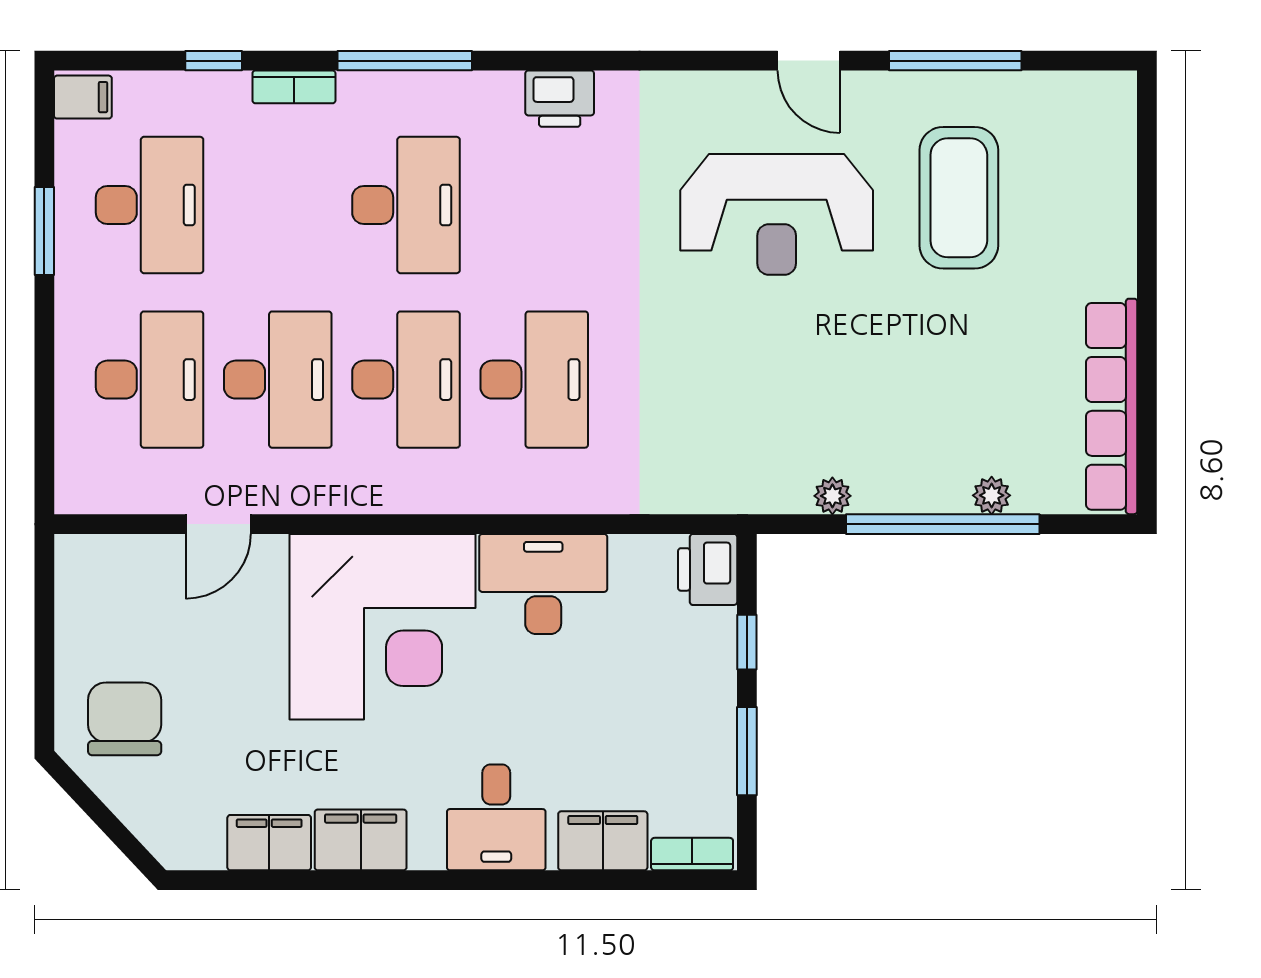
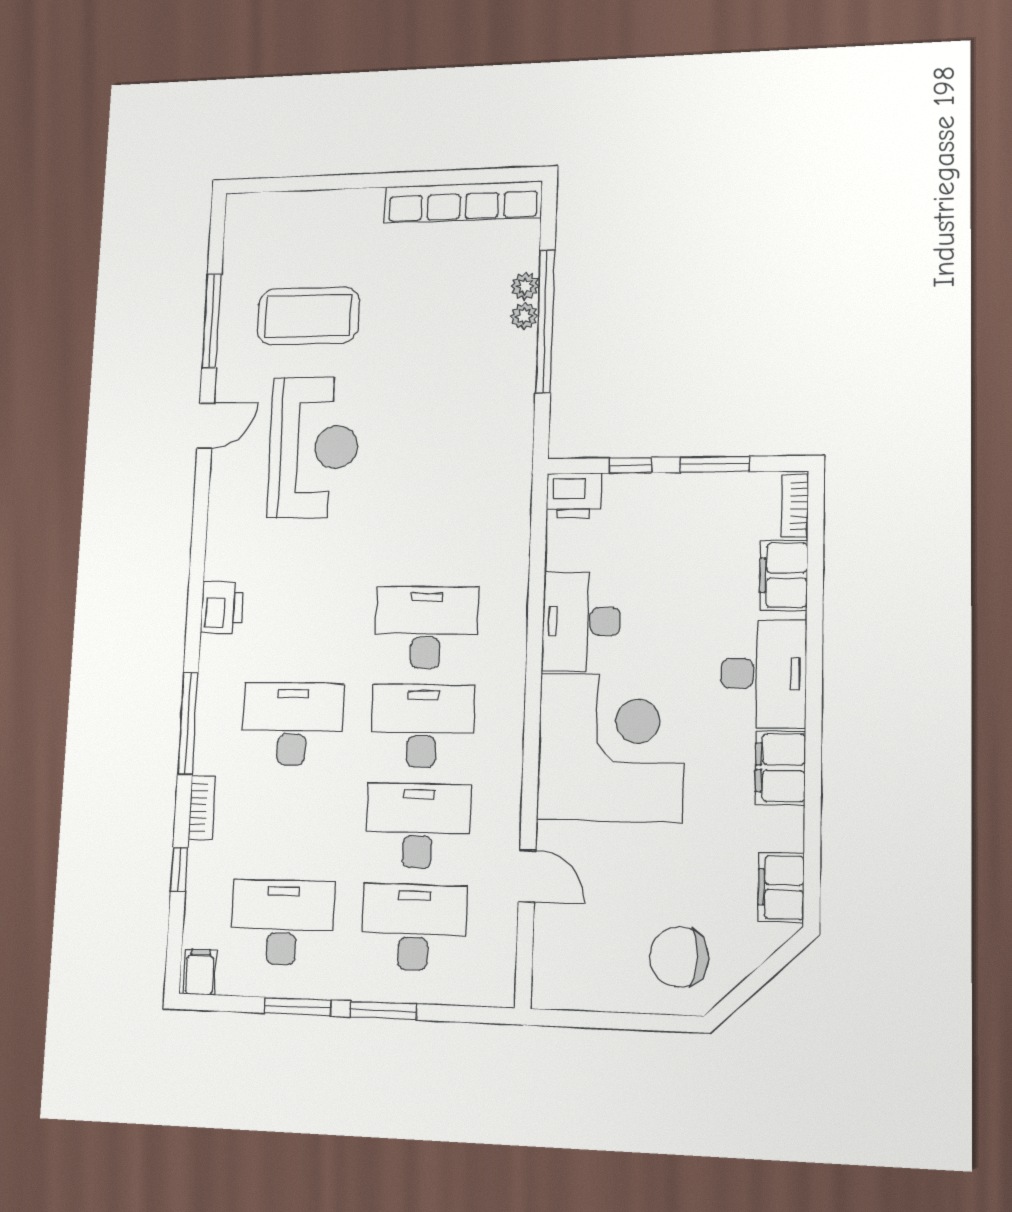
window: (44, 344) -> (383, 1010), added
plant: (832, 496) -> (524, 316), moved
desk: (496, 817) -> (763, 674), width x1.37
filing cabinet: (269, 843) -> (781, 887), moved

